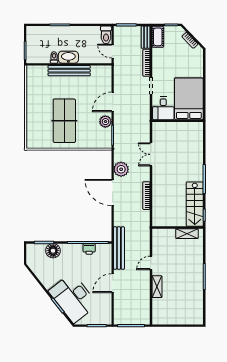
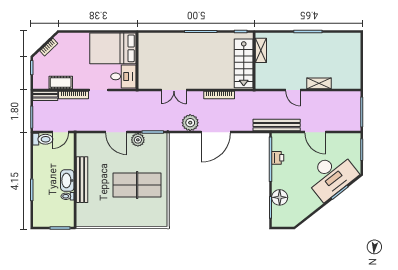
cot: (158, 37) -> (61, 82), moved
stairs: (195, 204) -> (244, 63), moved, turned 90

